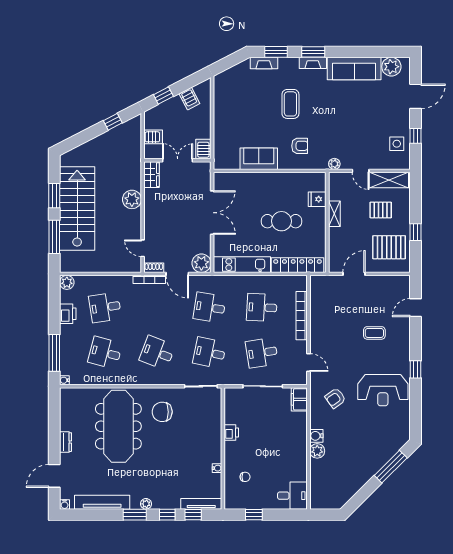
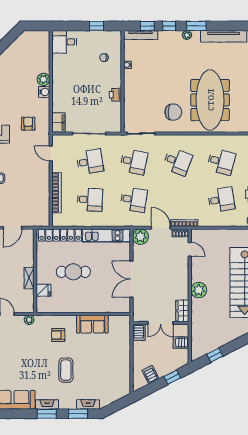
armchair: (335, 398) -> (28, 124), turned -54

